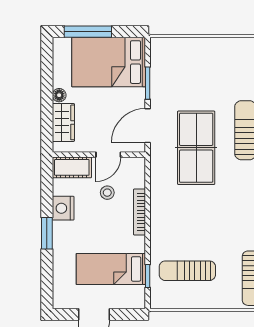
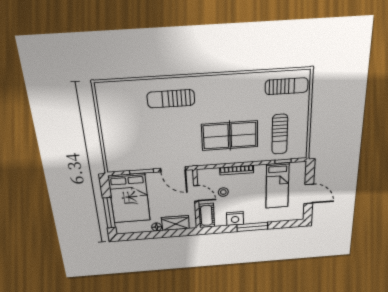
table tennis table: (196, 148) -> (230, 136), moved
window: (47, 233) -> (252, 227), width x1.44

